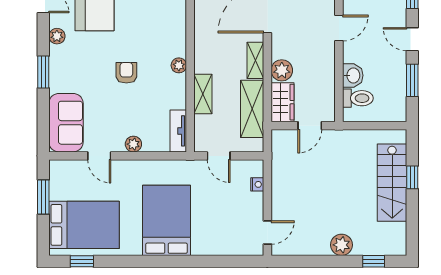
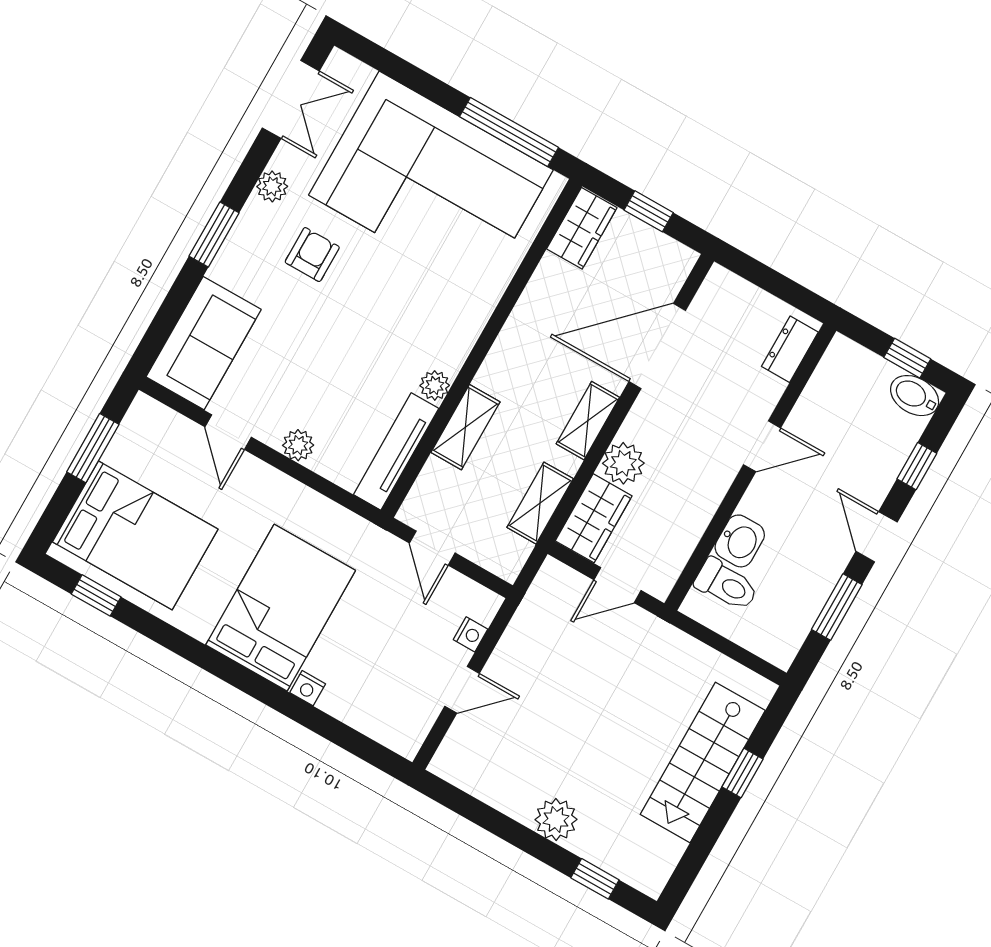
plant: (179, 65) -> (435, 385), moved
armchair: (126, 73) -> (312, 255), moved
shelving: (252, 109) -> (540, 503), width x0.67, depth x0.75
tv unit: (178, 131) -> (396, 452), width x1.41
door: (267, 233) -> (462, 690), moved
nightstand: (199, 249) -> (308, 688), added

